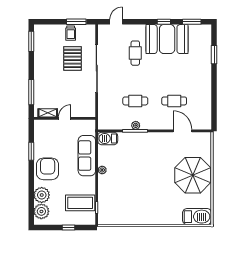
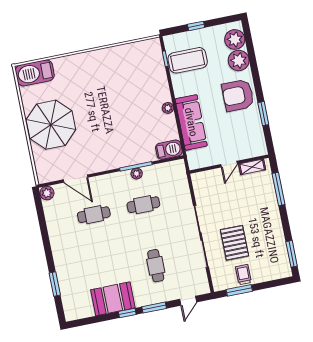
window: (192, 22) -> (154, 308), moved
booth: (167, 39) -> (113, 299), width x0.73, depth x0.70
plant: (206, 124) -> (47, 193), added
armchair: (48, 169) -> (238, 95), turned 90

